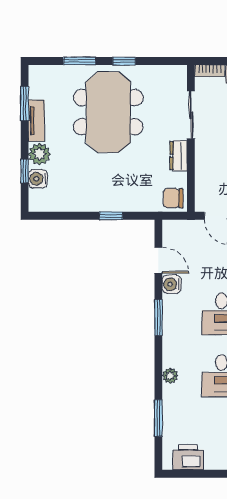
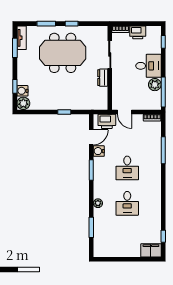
meeting table: (108, 112) -> (63, 53), turned 90
tv unit: (36, 121) -> (22, 38), moved
plant: (39, 154) -> (23, 103), moved
chair: (173, 198) -> (100, 102), removed
door: (158, 260) -> (91, 137), hinge flipped
printer: (188, 457) -> (107, 121), moved, turned 180

